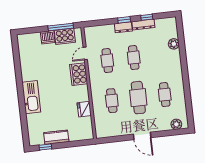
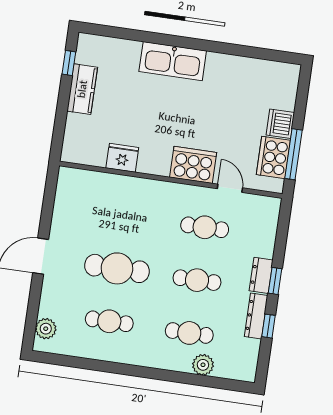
cafe table: (112, 101) -> (189, 333), moved

